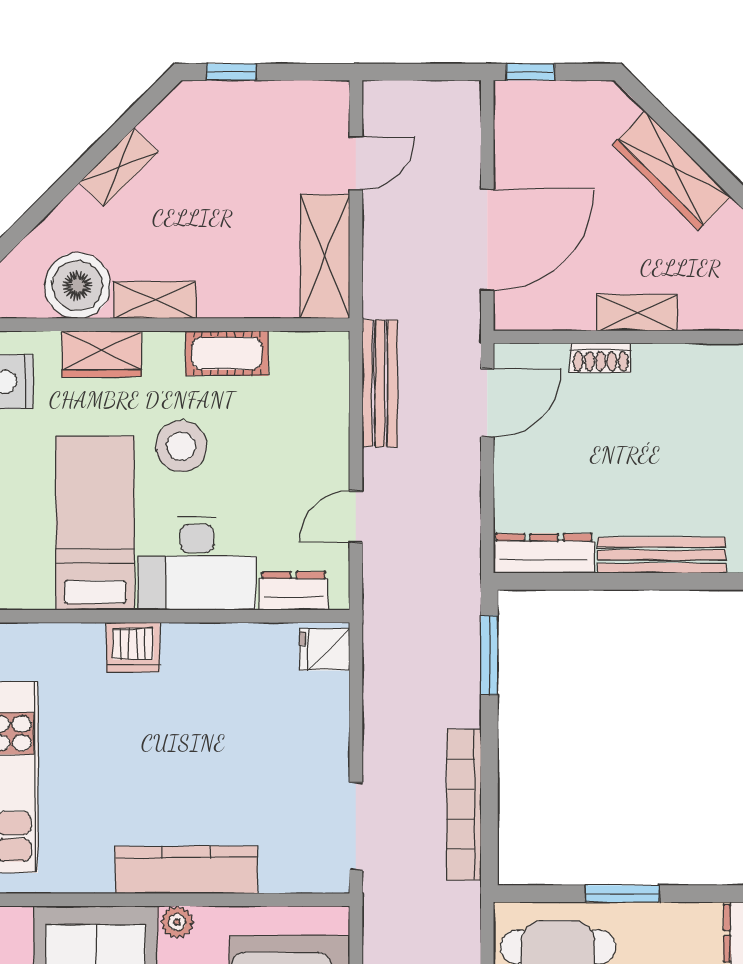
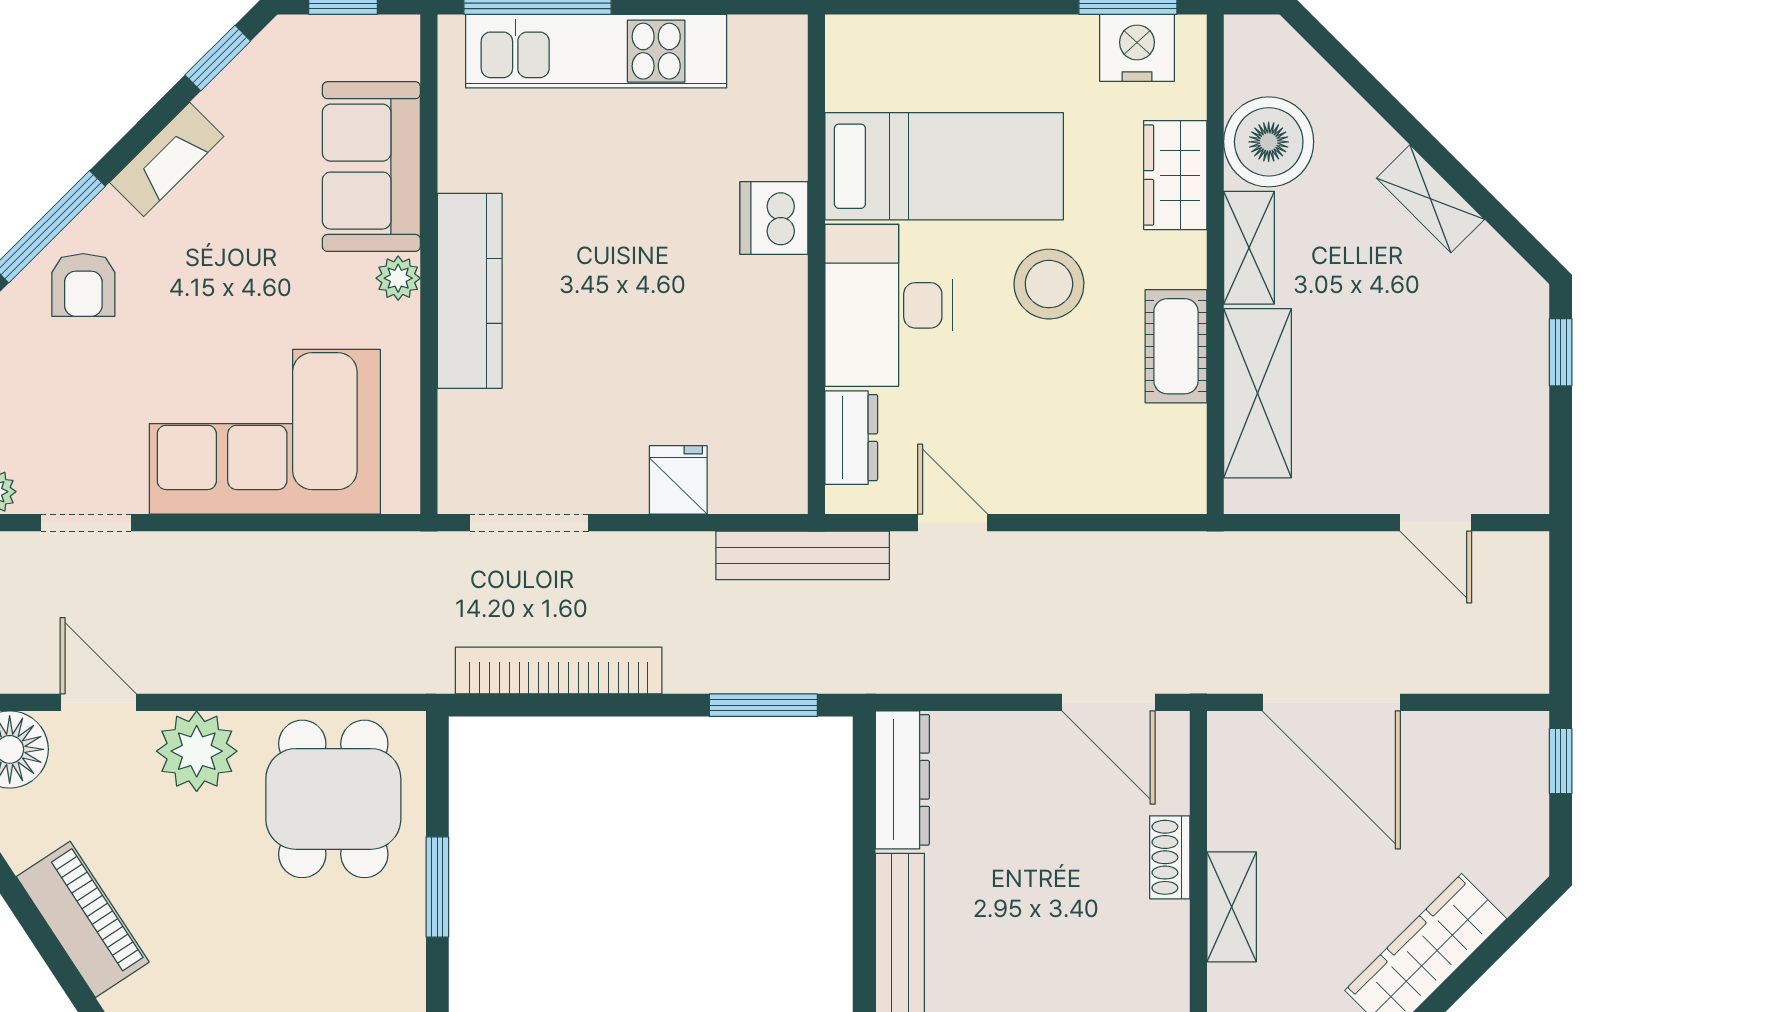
shelving: (325, 257) -> (1257, 393), moved, turned 90
bench: (380, 383) -> (803, 555), moved
fridge: (325, 649) -> (678, 480), moved

